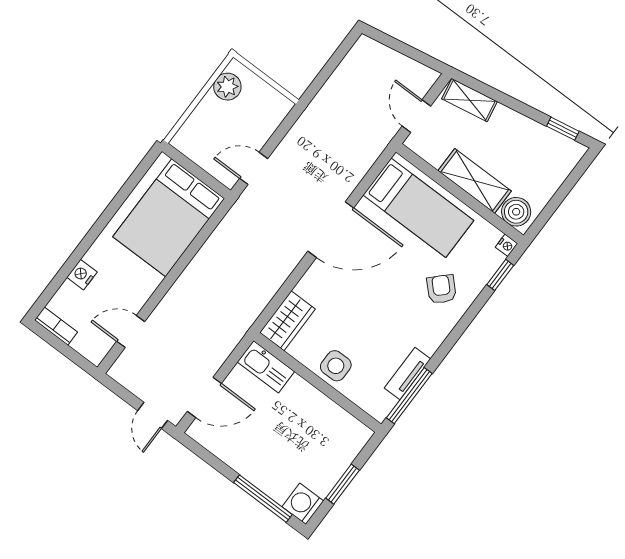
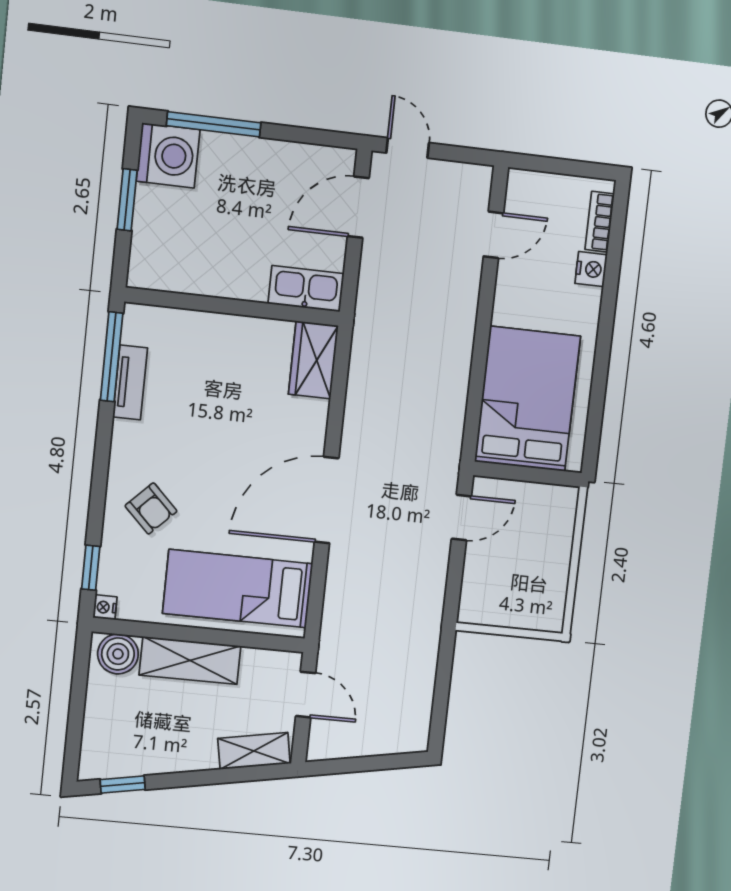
plant: (227, 87) -> (549, 595), removed
bookcase: (56, 326) -> (600, 222), moved, turned 90
side table: (336, 366) -> (222, 340), removed
washing machine: (303, 504) -> (168, 155), width x1.37, depth x1.37

